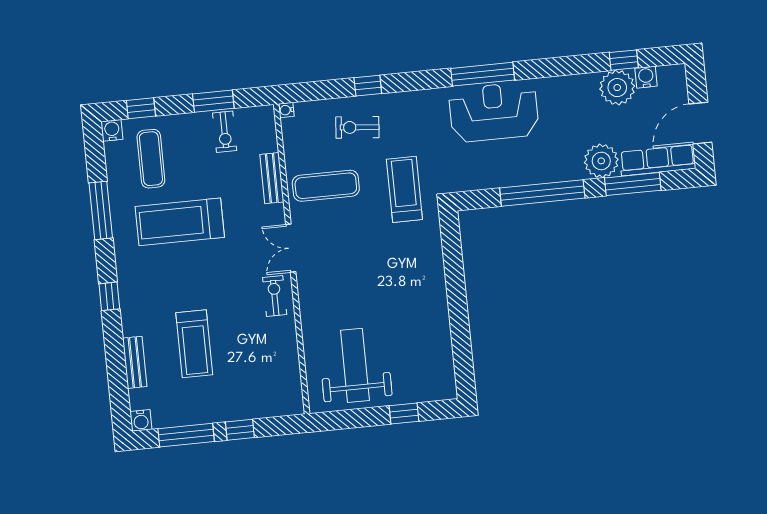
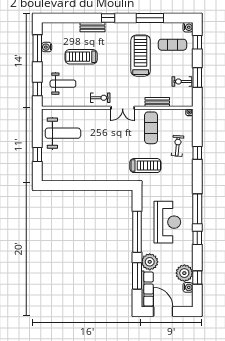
window: (542, 68) -> (197, 238), added
reception desk: (494, 112) -> (167, 222), moved
double door: (291, 248) -> (123, 108), swing flipped
bench: (135, 362) -> (92, 27), moved
weight bench: (253, 375) -> (63, 84), added
water cooler: (141, 420) -> (47, 47), moved
window: (240, 430) -> (37, 89), moved

